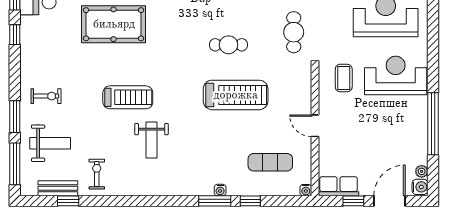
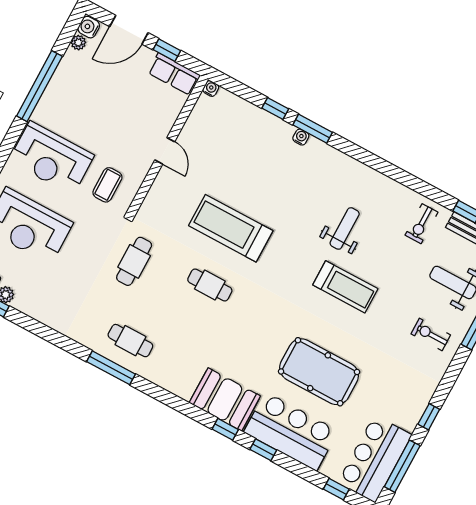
treadmill: (128, 97) -> (345, 287), turned 180
exercise mat: (270, 162) -> (232, 138), removed

